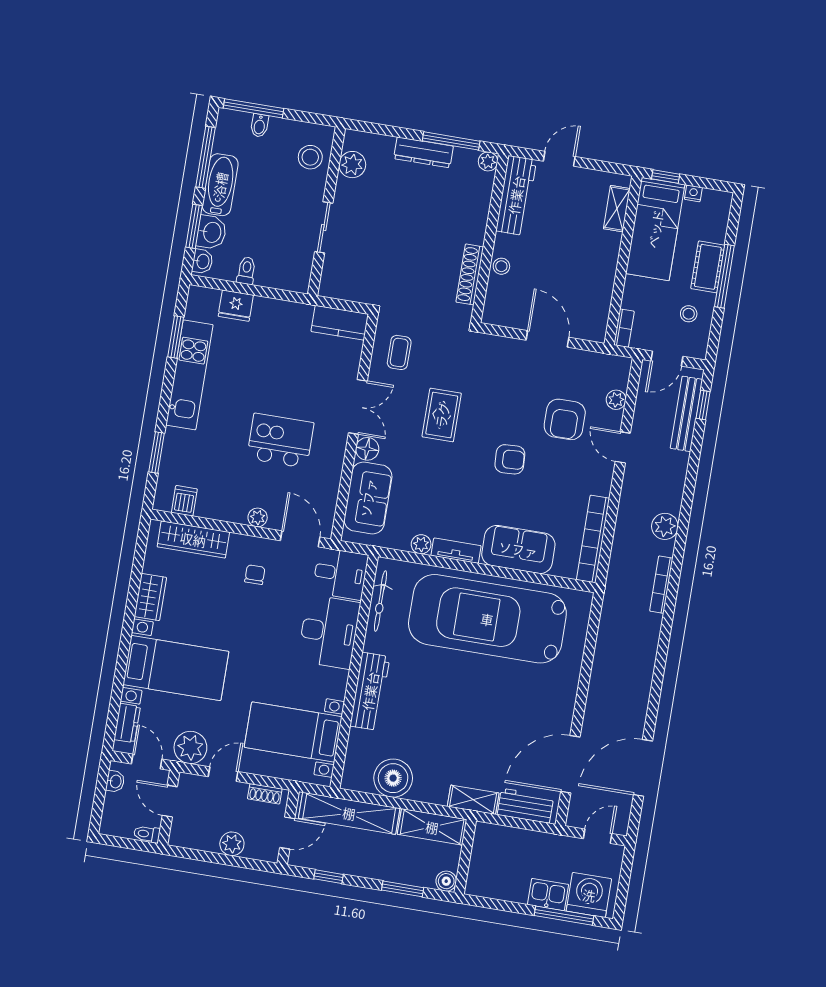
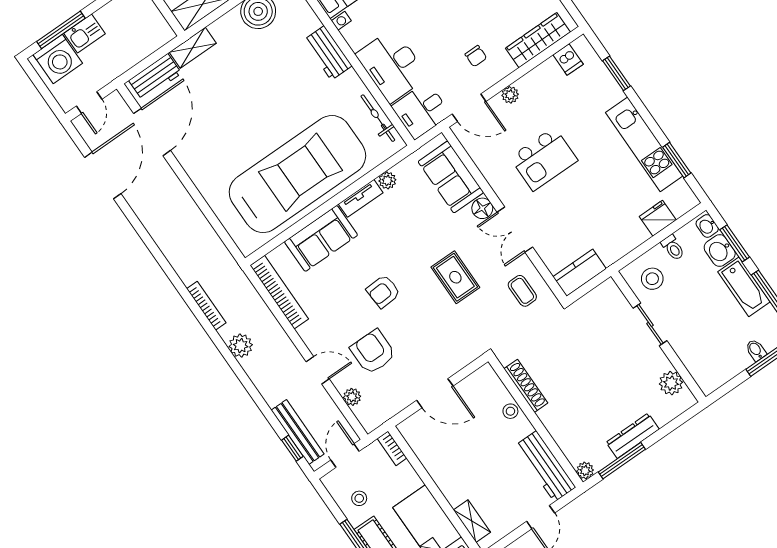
stool: (310, 157) -> (652, 279), moved
workbench: (370, 691) -> (328, 53), width x0.73

